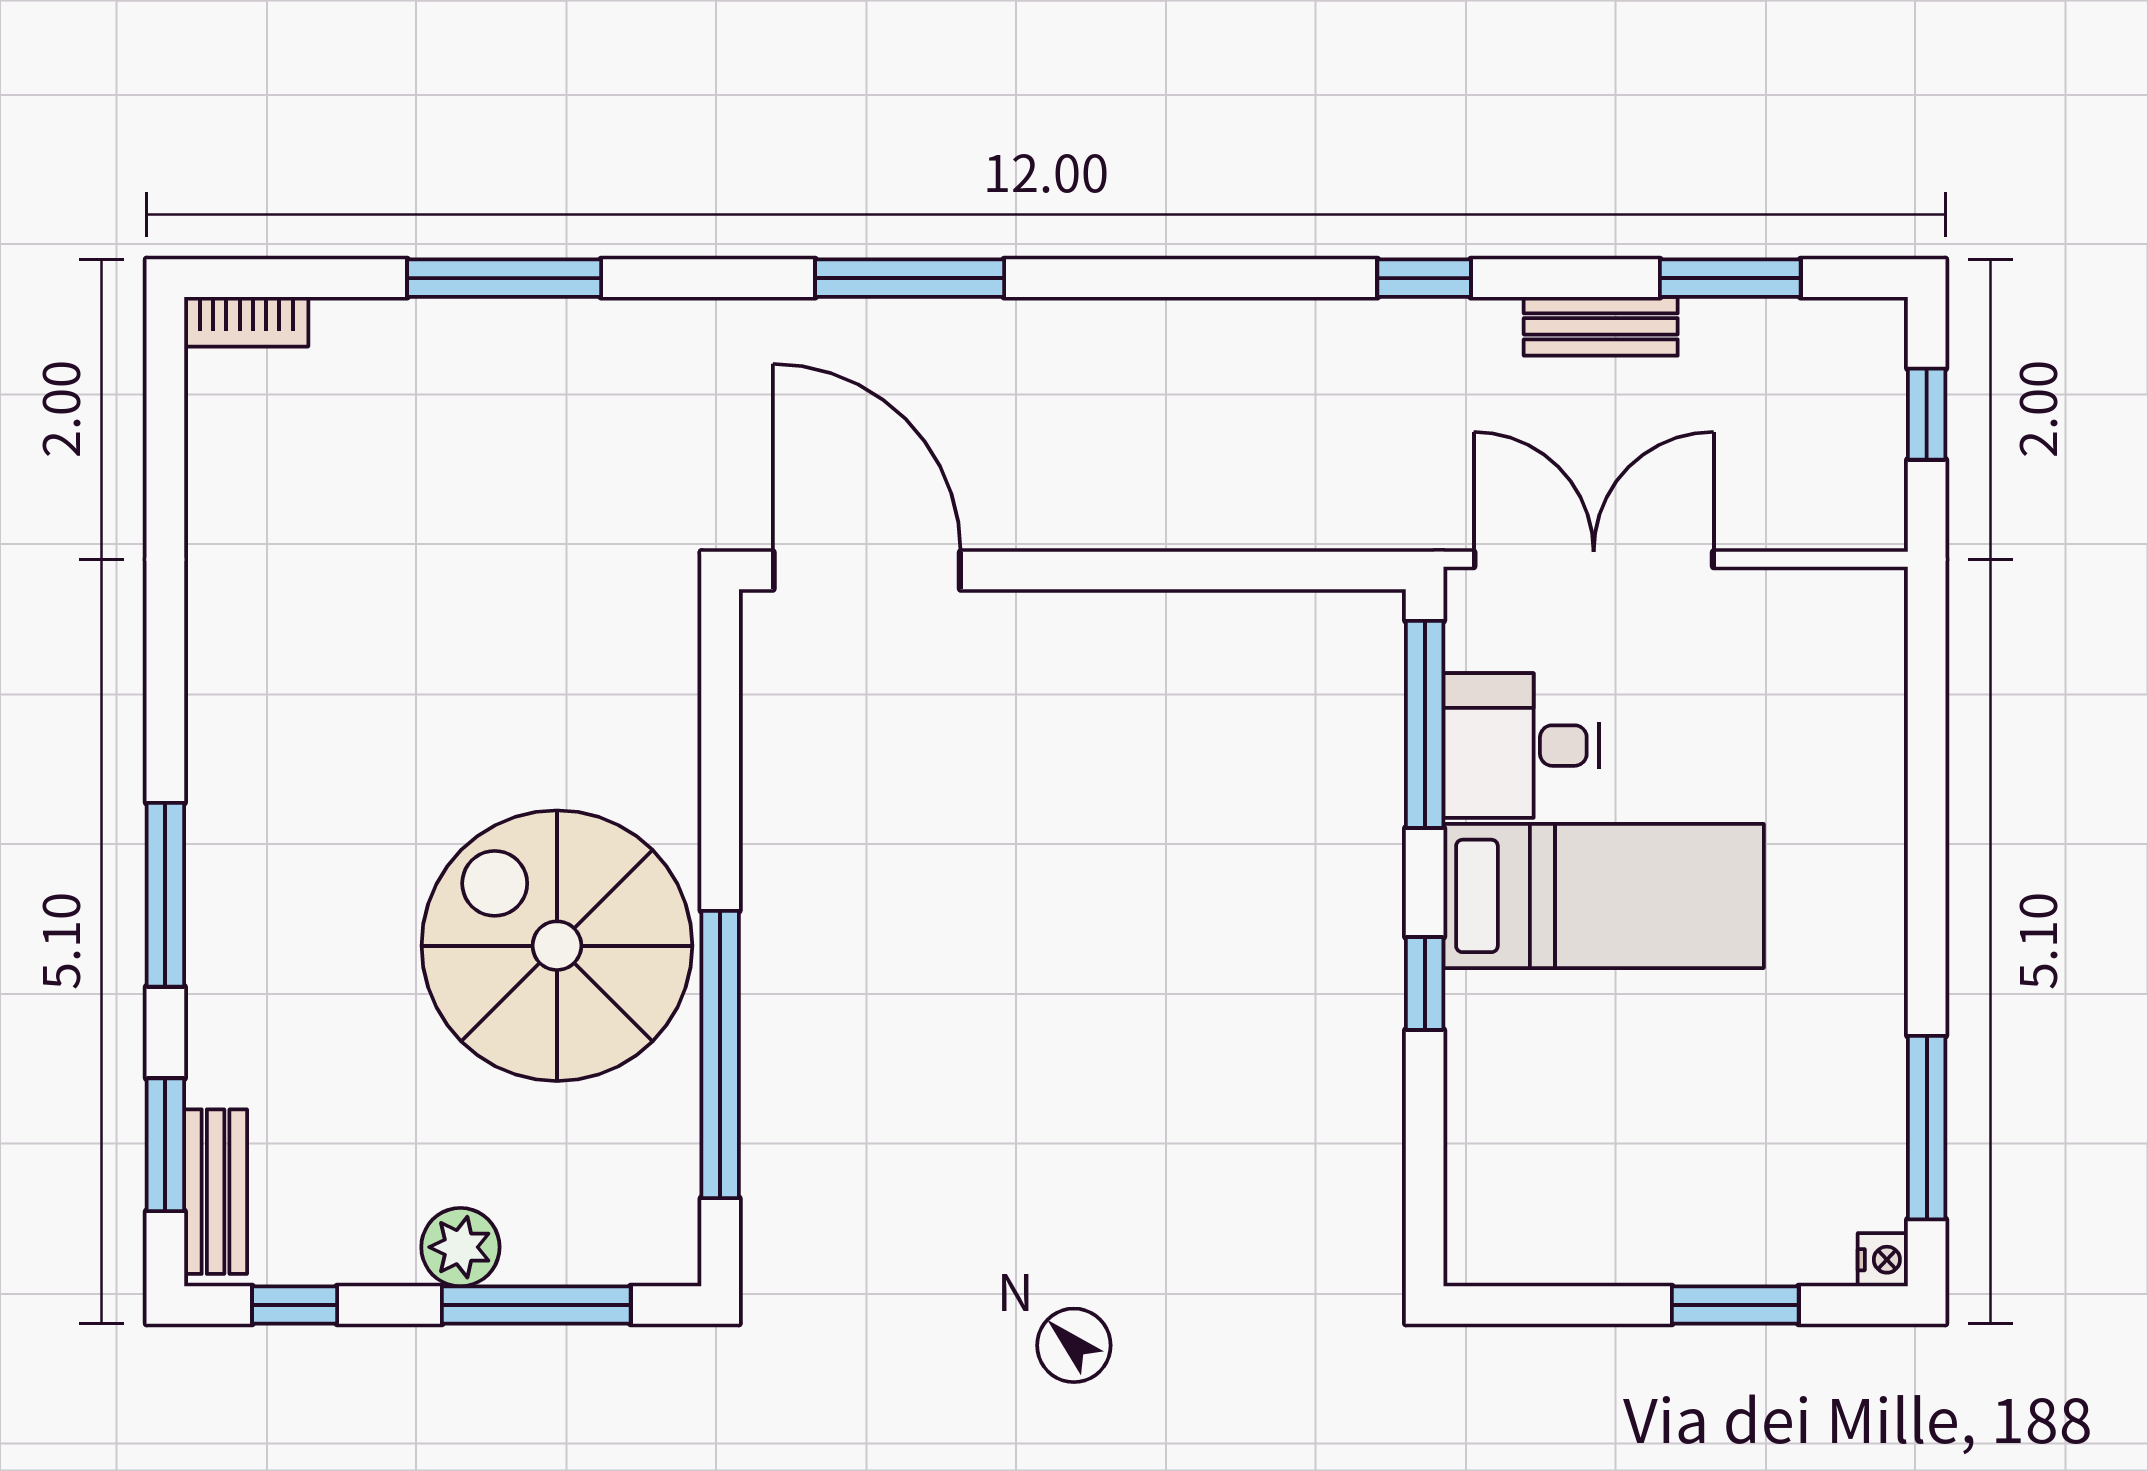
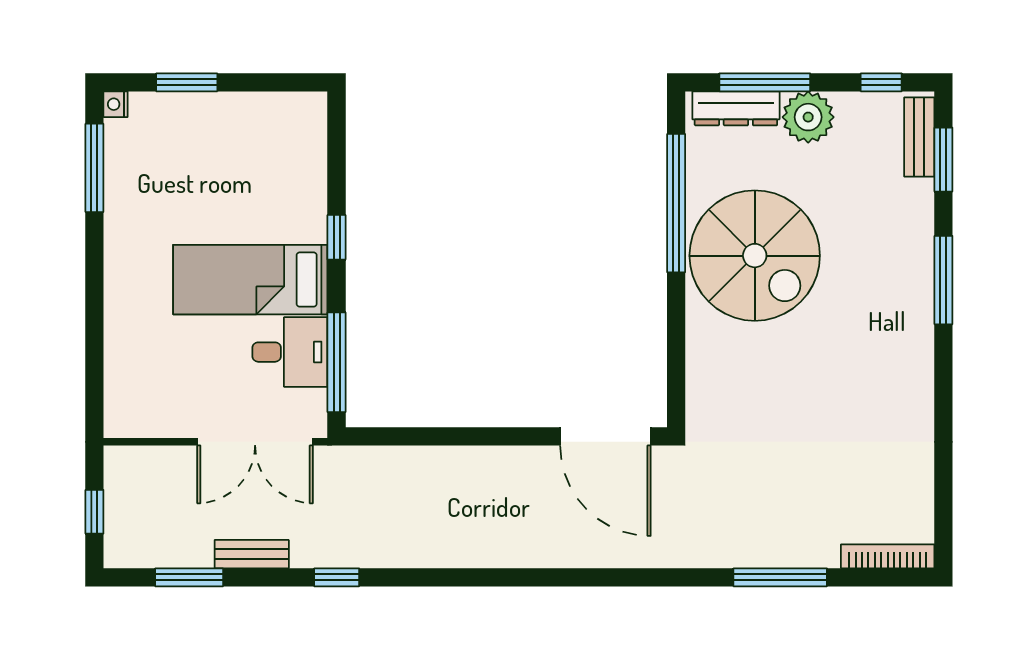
window: (910, 278) -> (585, 577), removed
bookcase: (246, 322) -> (888, 556), width x1.56
plant: (460, 1247) -> (808, 117), width x1.36, depth x1.36
dresser: (596, 1251) -> (736, 108), added

